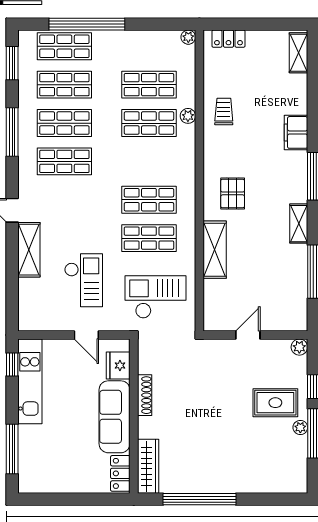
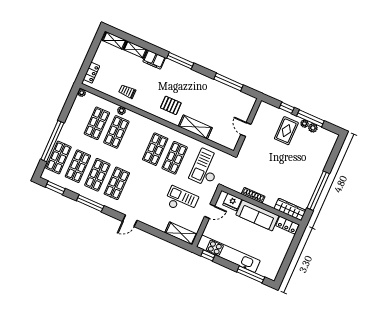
shelving: (299, 224) -> (135, 50), moved
shelving: (29, 250) -> (181, 233), moved
plant: (299, 347) -> (313, 128), moved
kitchen unit: (30, 381) -> (228, 254), width x1.36

